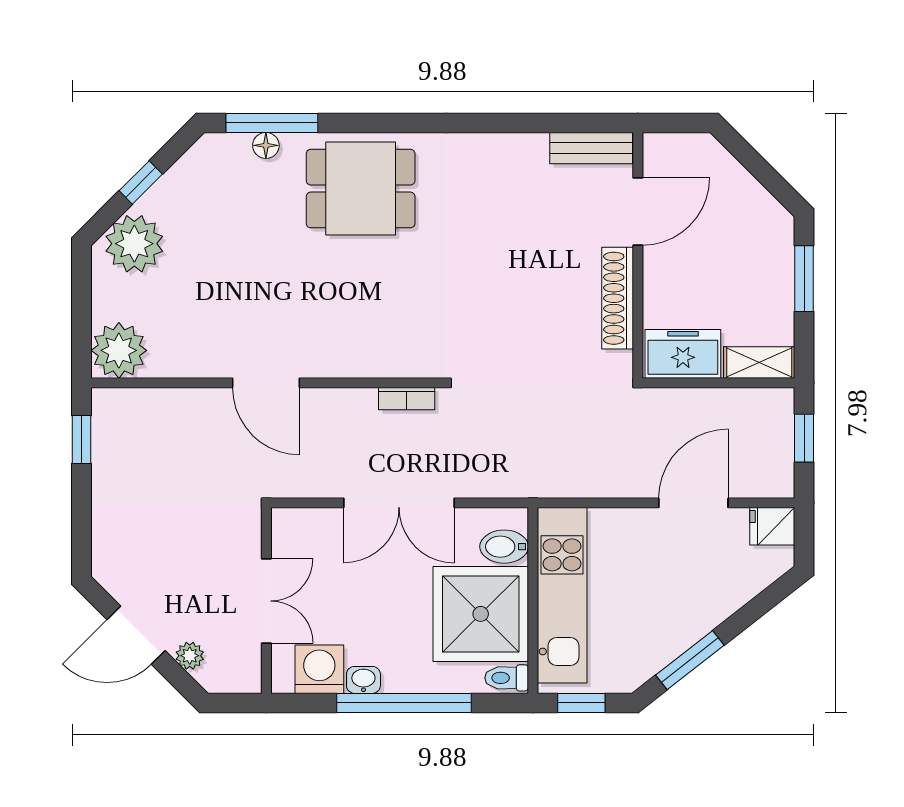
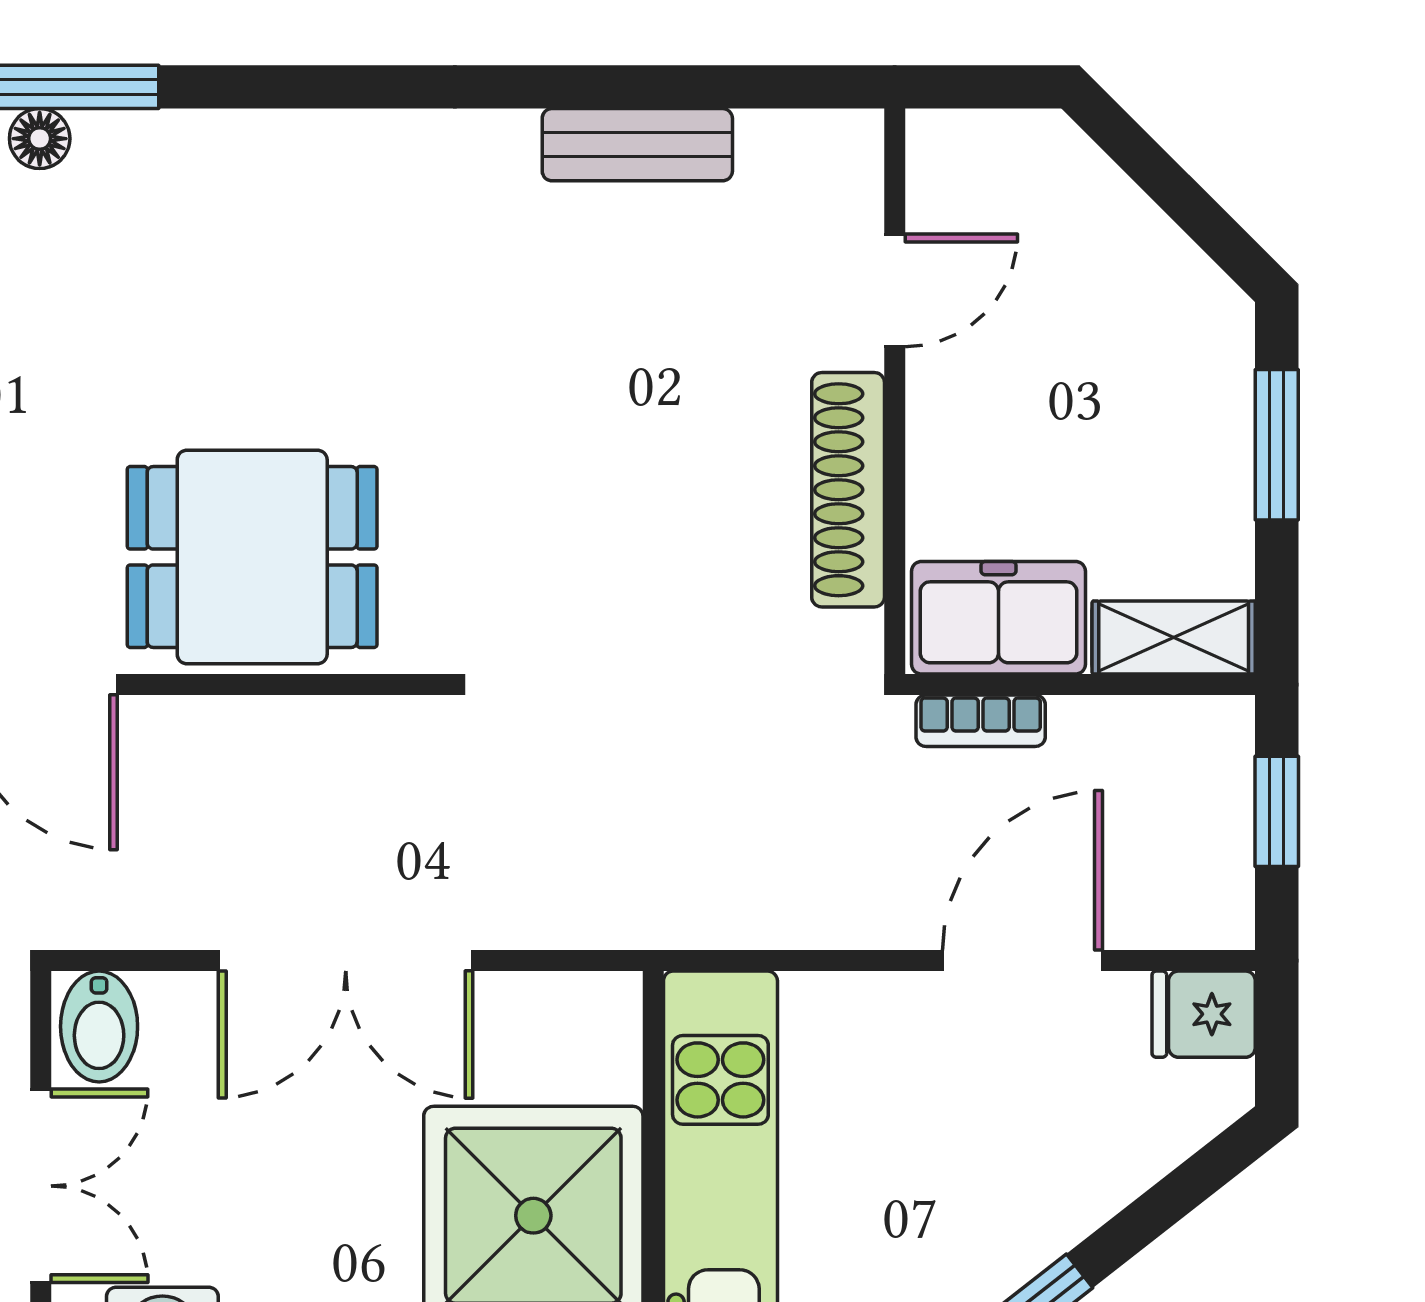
bench: (591, 148) -> (637, 145), moved
dining table: (361, 189) -> (252, 557), moved
door: (638, 211) -> (895, 290), width x0.73
bookcase: (407, 399) -> (981, 721), moved
bidet: (504, 547) -> (99, 1026), moved, turned -90

